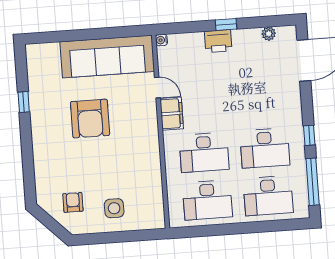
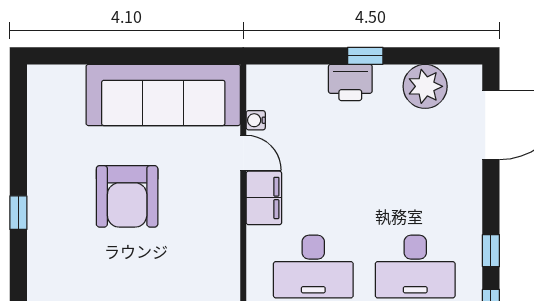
plant: (269, 34) -> (425, 86), width x1.88, depth x1.88
water cooler: (161, 40) -> (256, 120), moved
window: (24, 102) -> (18, 213), moved

